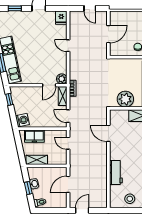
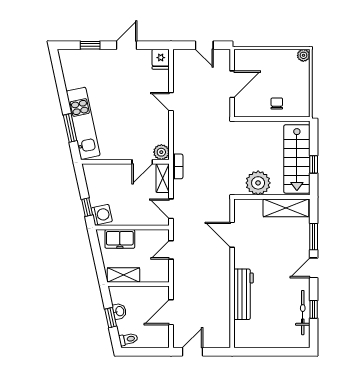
window: (9, 99) -> (87, 207), moved
door: (68, 143) -> (171, 250), hinge flipped
workbench: (116, 173) -> (244, 294), width x1.38
stool: (130, 199) -> (265, 334), removed

